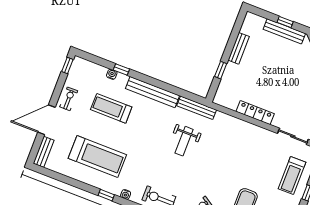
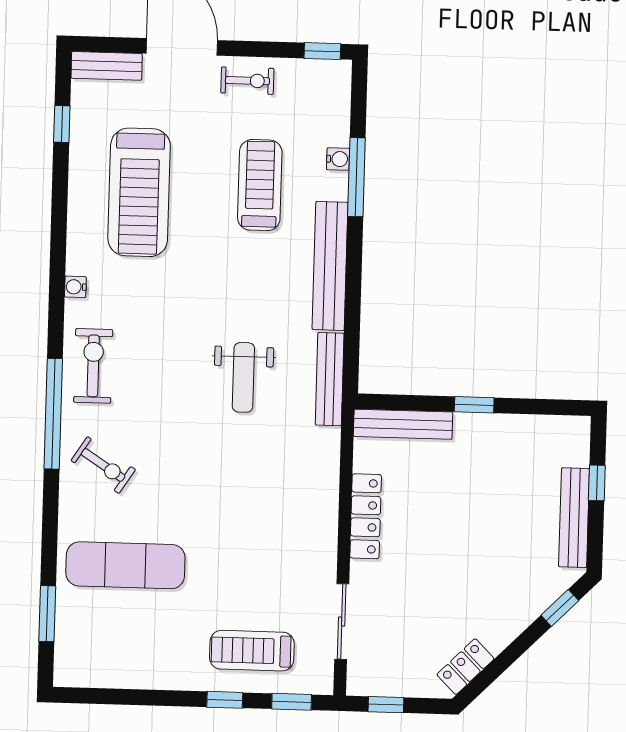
window: (285, 22) -> (597, 483), moved
bench: (239, 48) -> (403, 424), moved, width x1.36
window: (121, 70) -> (356, 177), width x2.17
window: (221, 70) -> (474, 405), moved
weight bench: (184, 141) -> (243, 377), turned -90
window: (106, 195) -> (62, 124), moved

